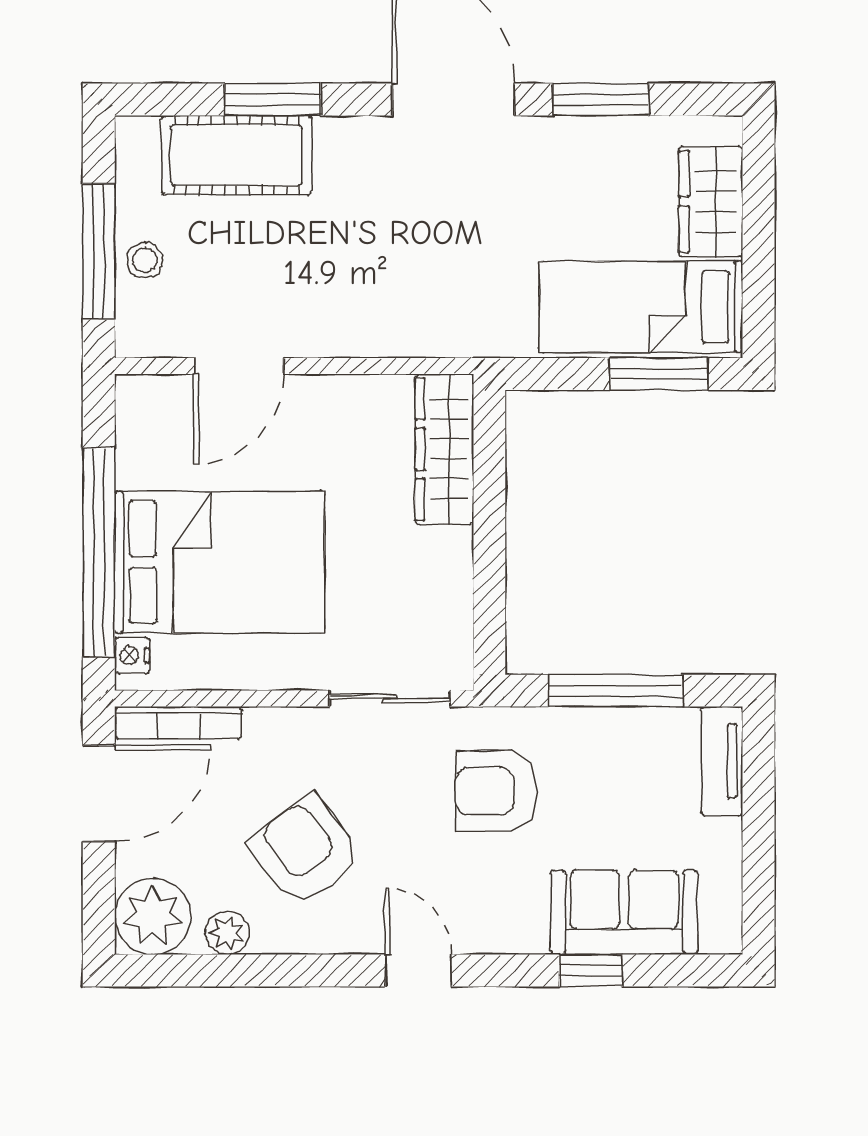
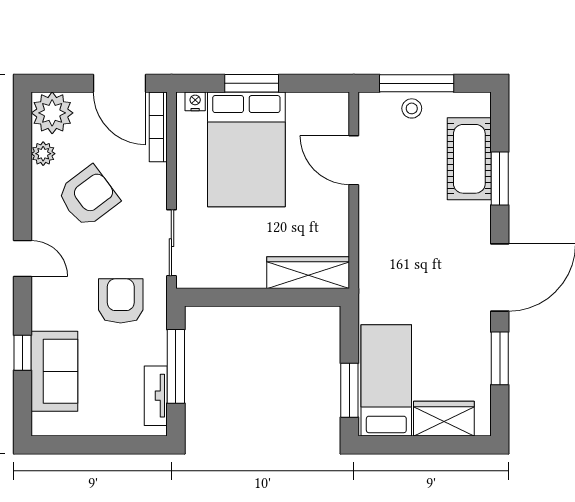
window: (99, 552) -> (252, 83), width x0.47
tv unit: (722, 761) -> (156, 396), moved, turned -90
door: (418, 970) -> (23, 258), hinge flipped

